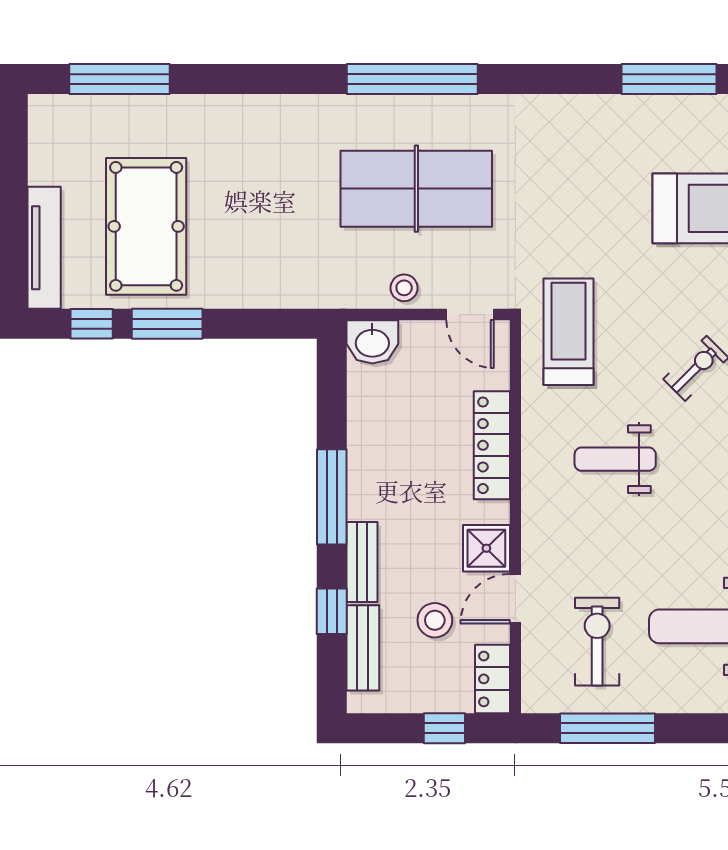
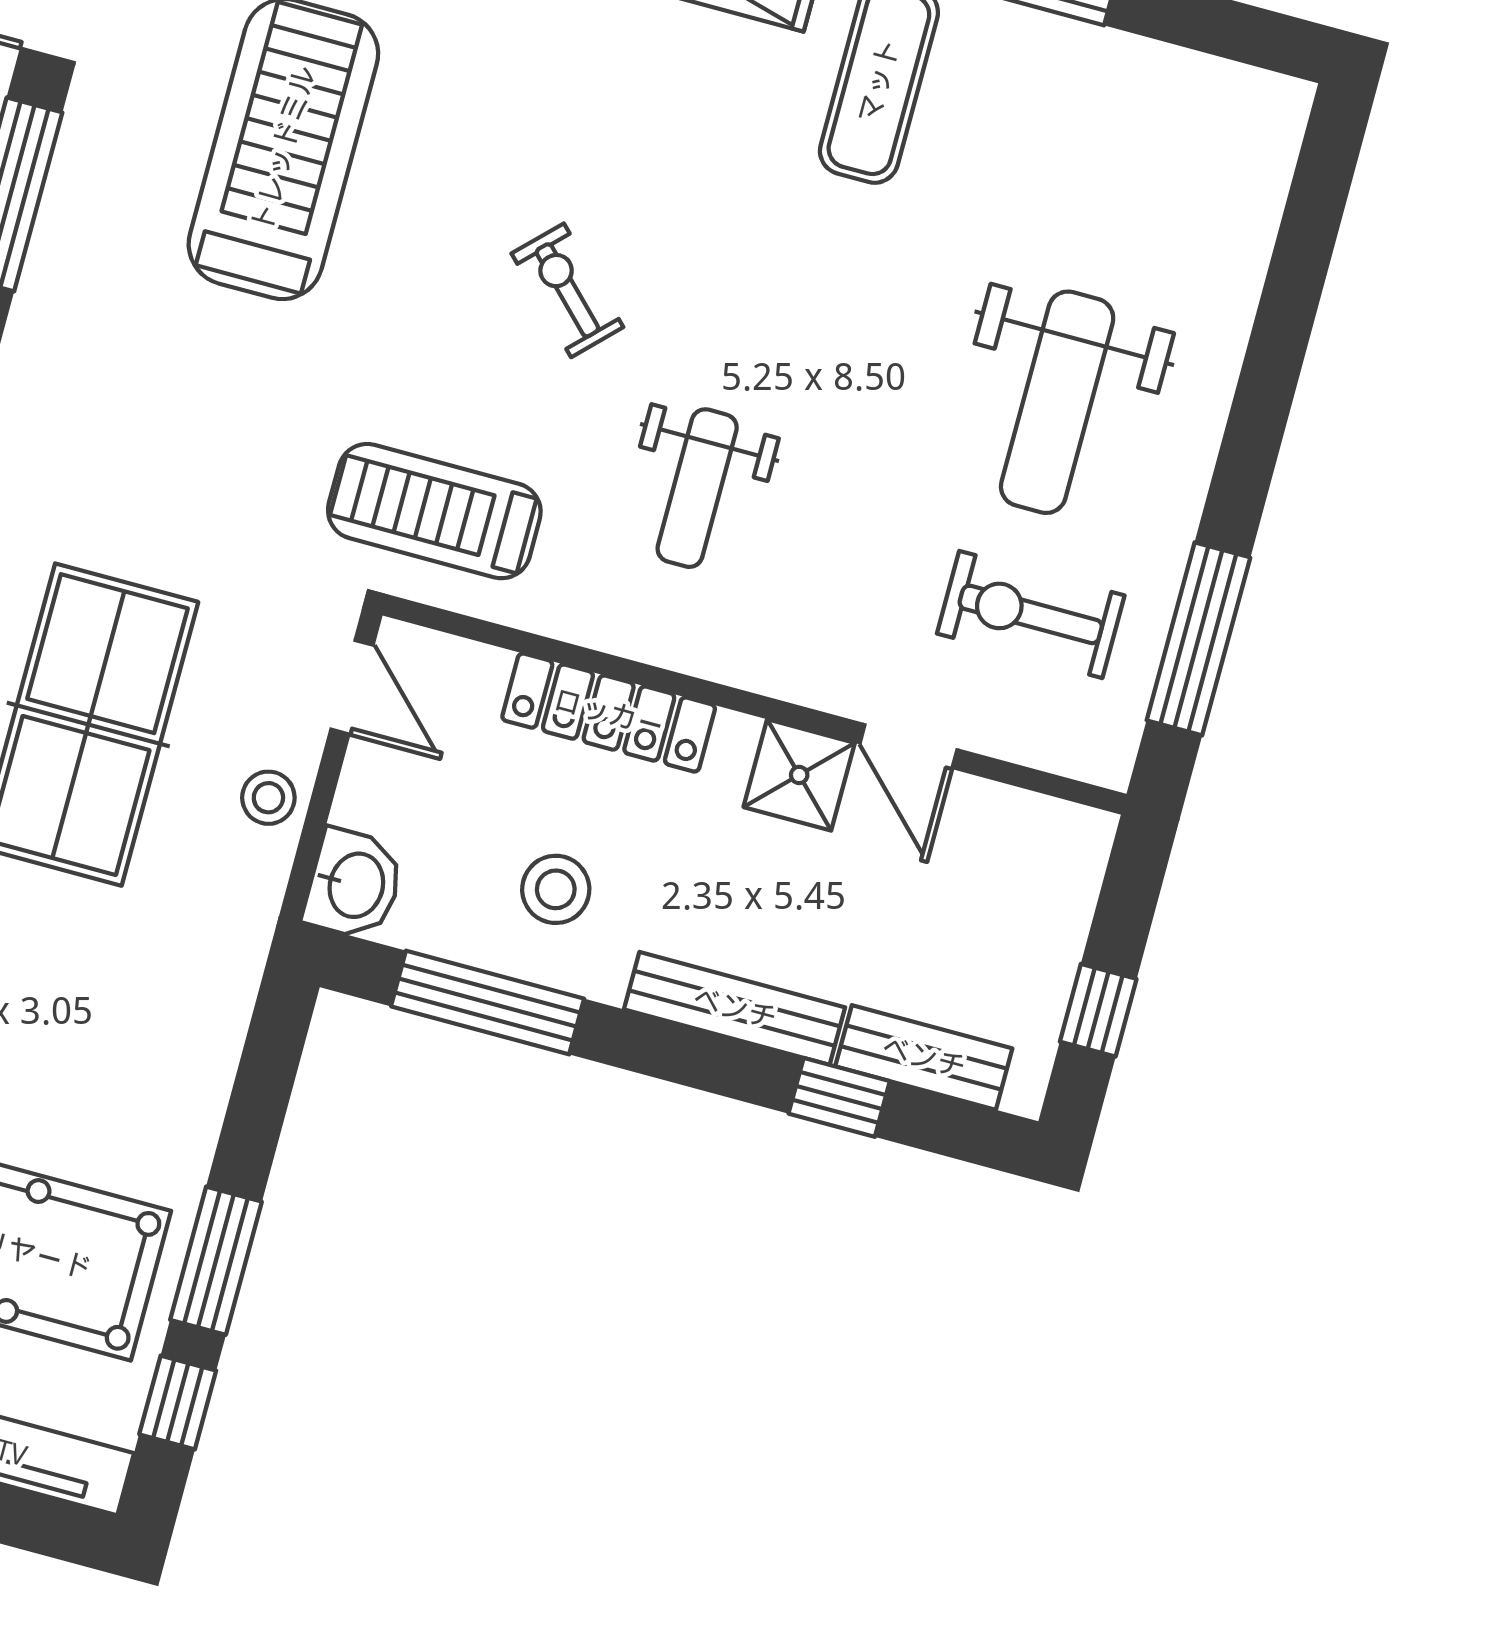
door: (470, 315) -> (352, 687), hinge flipped
window: (332, 497) -> (488, 1003), moved
bench: (362, 562) -> (735, 1008), width x1.36
stool: (435, 620) -> (556, 889), moved
locker: (492, 679) -> (1048, 830), removed
window: (444, 728) -> (1098, 1010), moved

